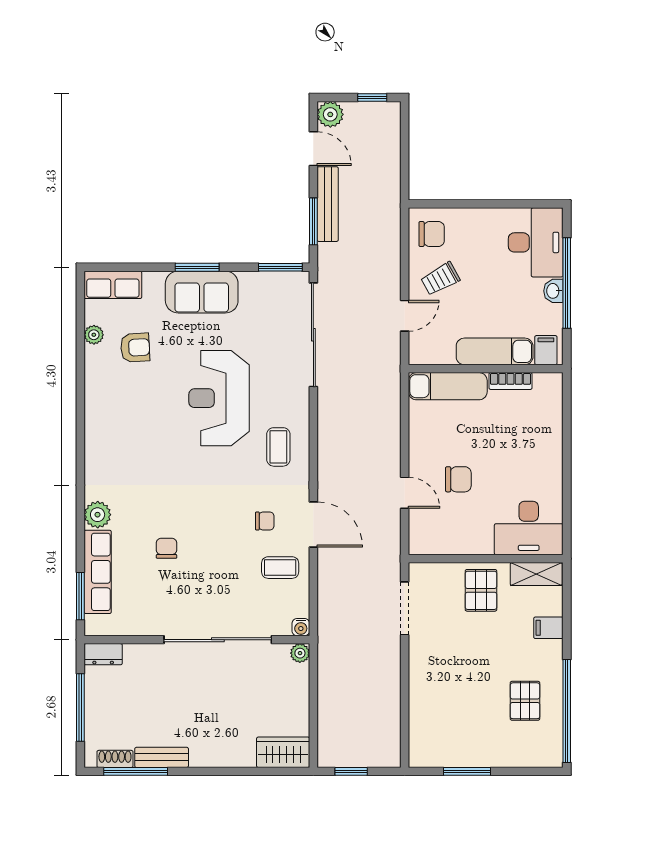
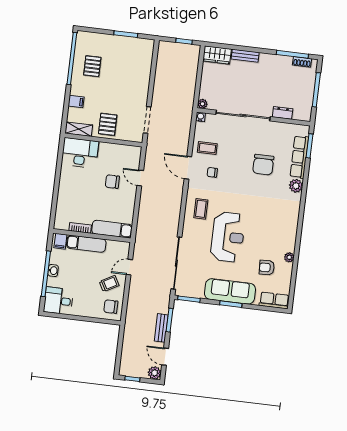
bench: (328, 204) -> (161, 328), width x0.73
desk: (536, 242) -> (58, 301), width x0.73
sofa: (202, 292) -> (230, 291), width x1.36
plant: (94, 335) -> (289, 257), moved
chair: (167, 548) -> (263, 165), width x1.87, depth x1.87
dresser: (103, 654) -> (283, 113), moved
bench: (162, 757) -> (245, 56), moved

